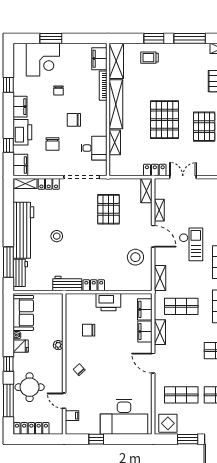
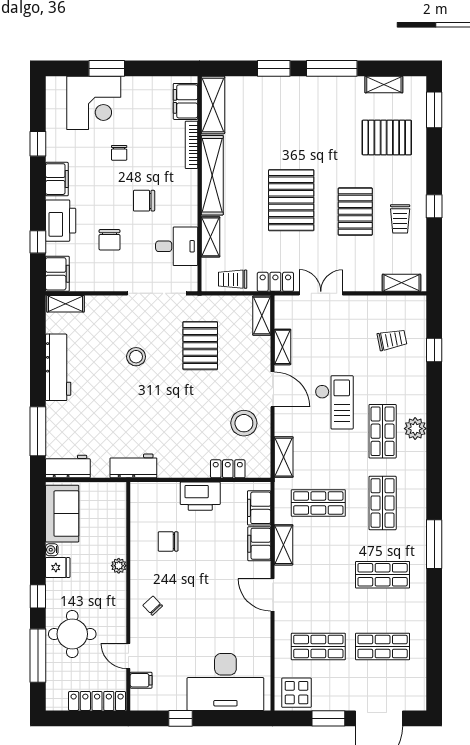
trolley: (150, 58) -> (233, 279), moved
locker: (49, 184) -> (103, 304), removed
workbench: (23, 230) -> (58, 367), width x0.73, depth x0.76
stool: (57, 236) -> (136, 357), moved
workbench: (20, 273) -> (68, 467), moved, turned -90
locker: (94, 285) -> (228, 469), moved
locker: (31, 428) -> (97, 701), moved

